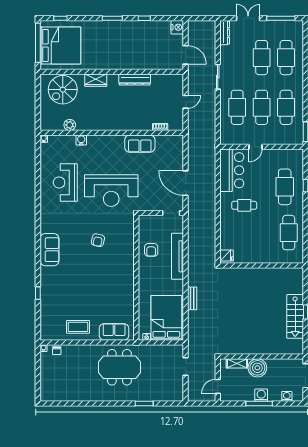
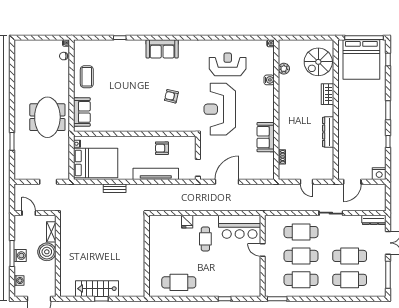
spiral stairs: (63, 90) -> (318, 62), turned -90
cafe table: (285, 187) -> (223, 278), removed
fridge: (227, 256) -> (187, 222), moved

